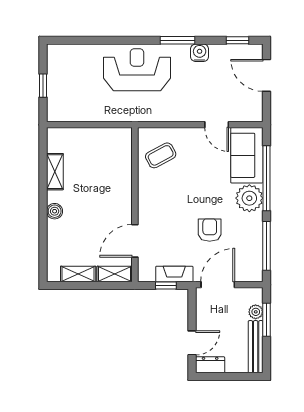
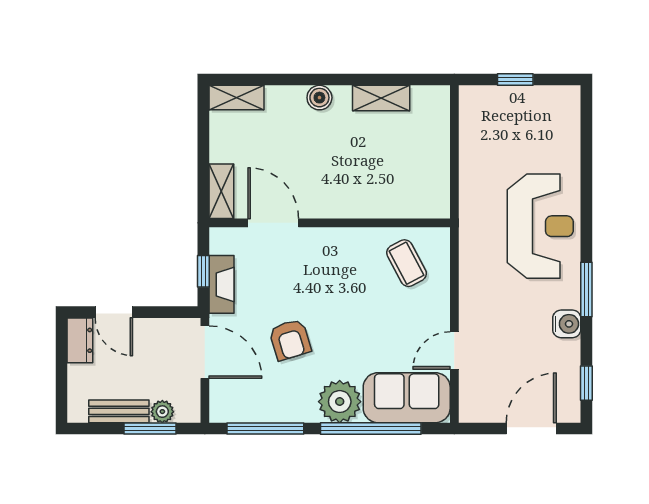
armchair: (210, 230) -> (290, 340), turned 73
shelving: (78, 274) -> (236, 98), moved, turned 90
bench: (256, 347) -> (119, 411), width x0.73

